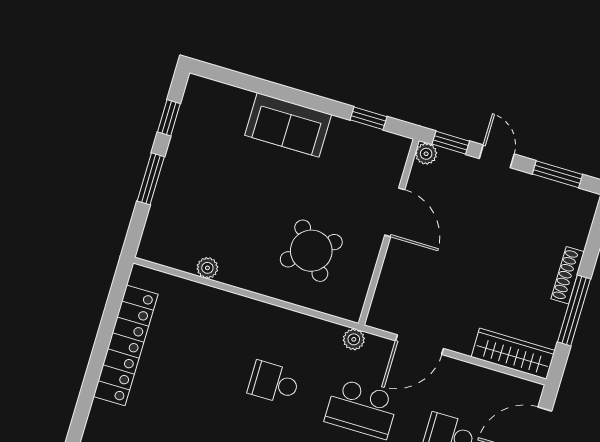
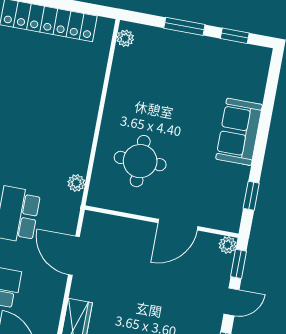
round table: (311, 251) -> (140, 161), turned 37
plant: (207, 268) -> (125, 38), moved
plant: (354, 339) -> (76, 183), moved
school desk: (274, 383) -> (31, 142), removed

